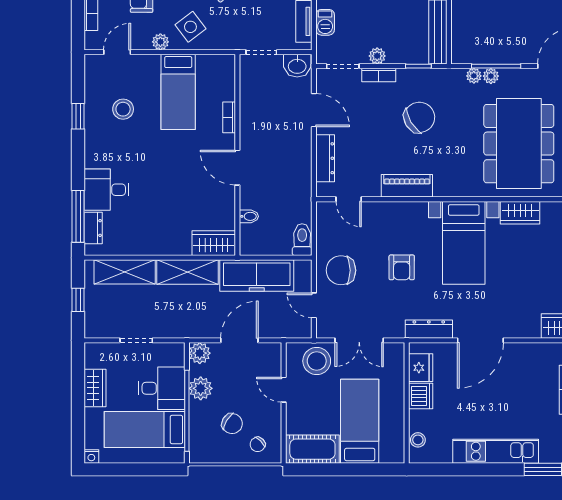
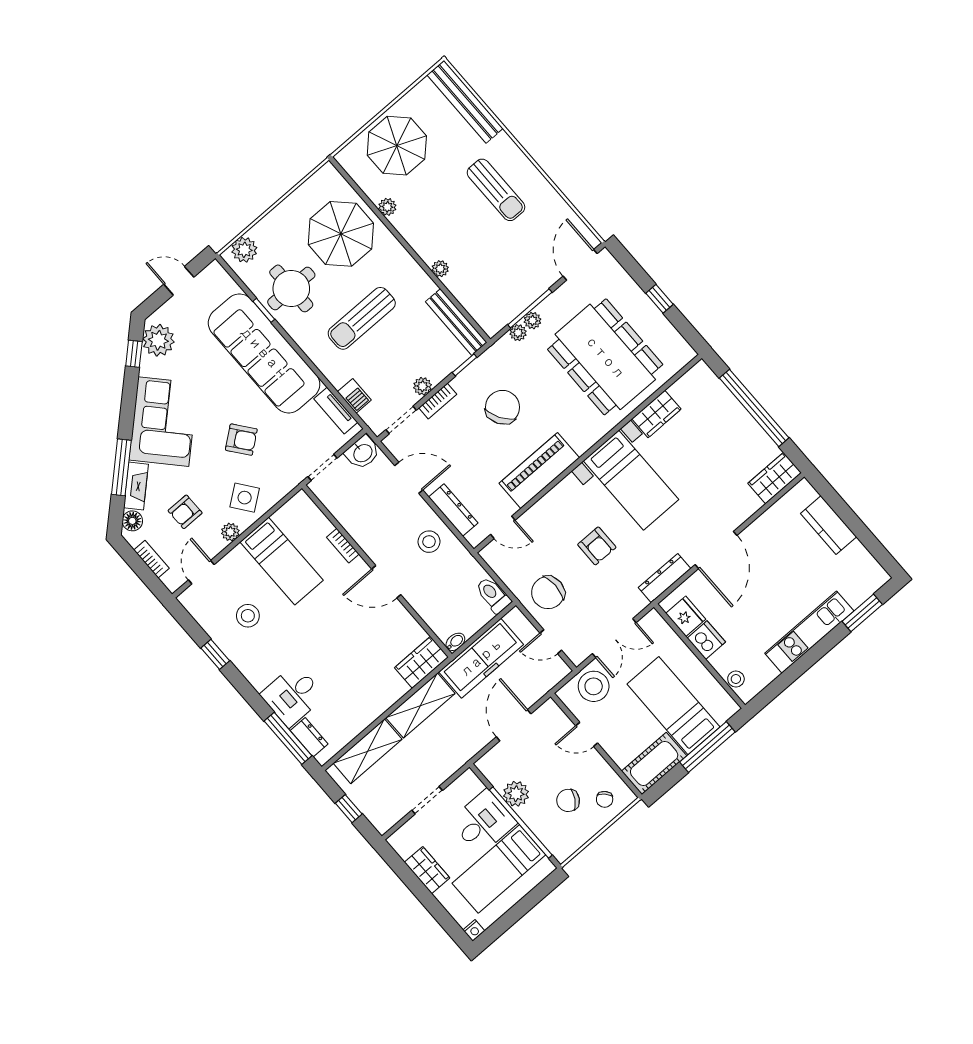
stool: (290, 165) -> (429, 542), added
piano: (407, 186) -> (539, 471), width x1.37, depth x1.33
bidet: (249, 216) -> (455, 642), moved
plant: (200, 353) -> (490, 765), removed
chair: (232, 424) -> (568, 800), turned 180
window: (358, 469) -> (707, 747), added

